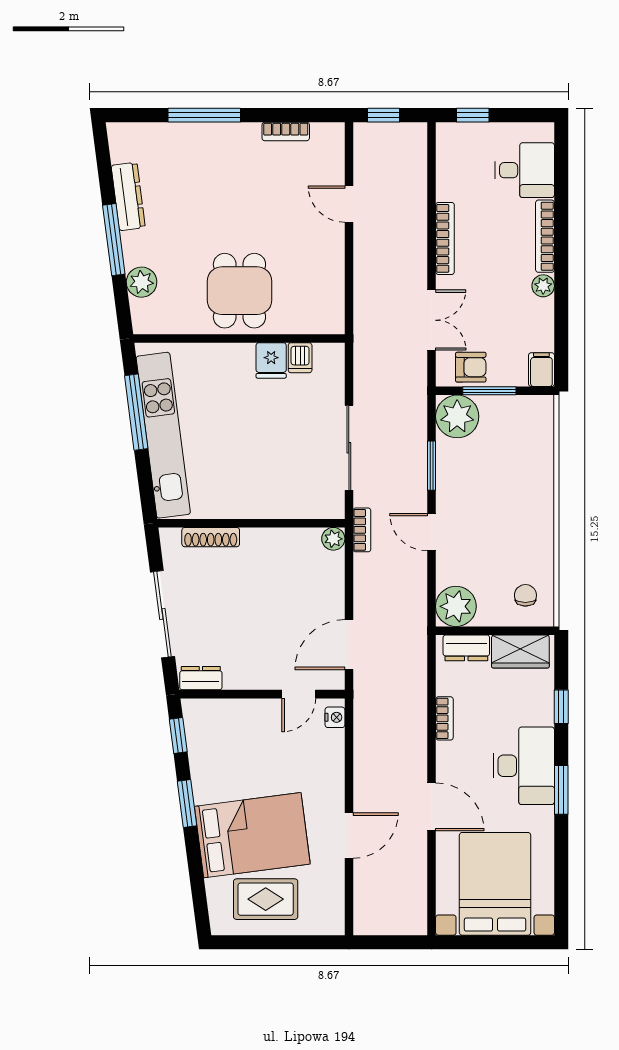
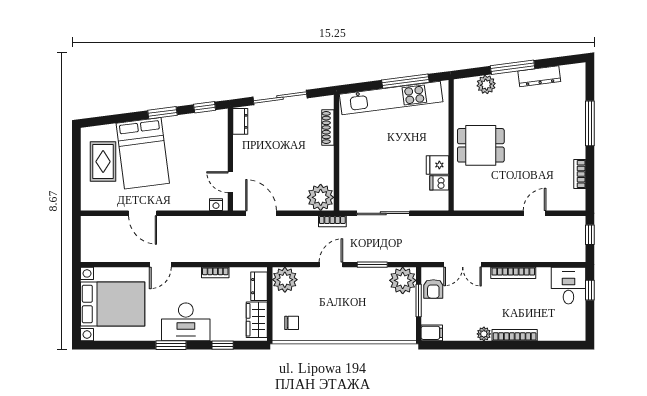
desk: (525, 170) -> (568, 286), moved, turned 180
plant: (333, 539) -> (321, 197), width x1.88, depth x1.88
door: (432, 807) -> (160, 265), width x0.73

